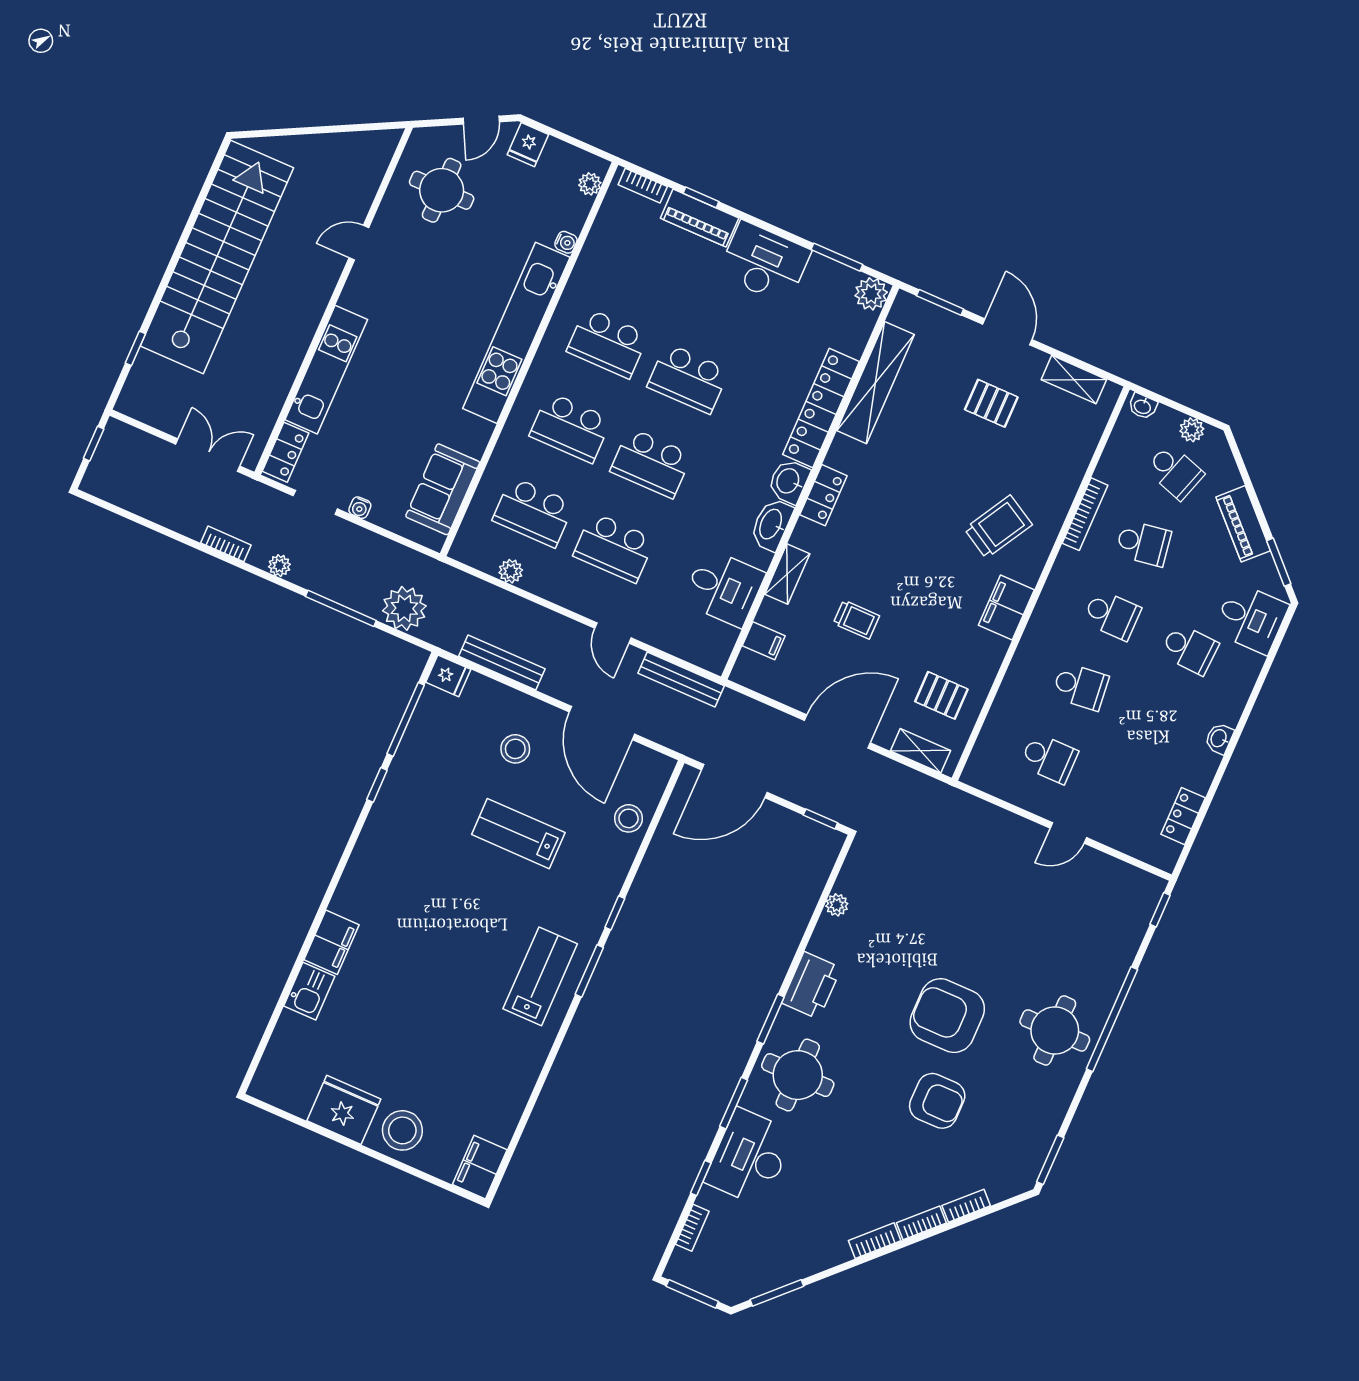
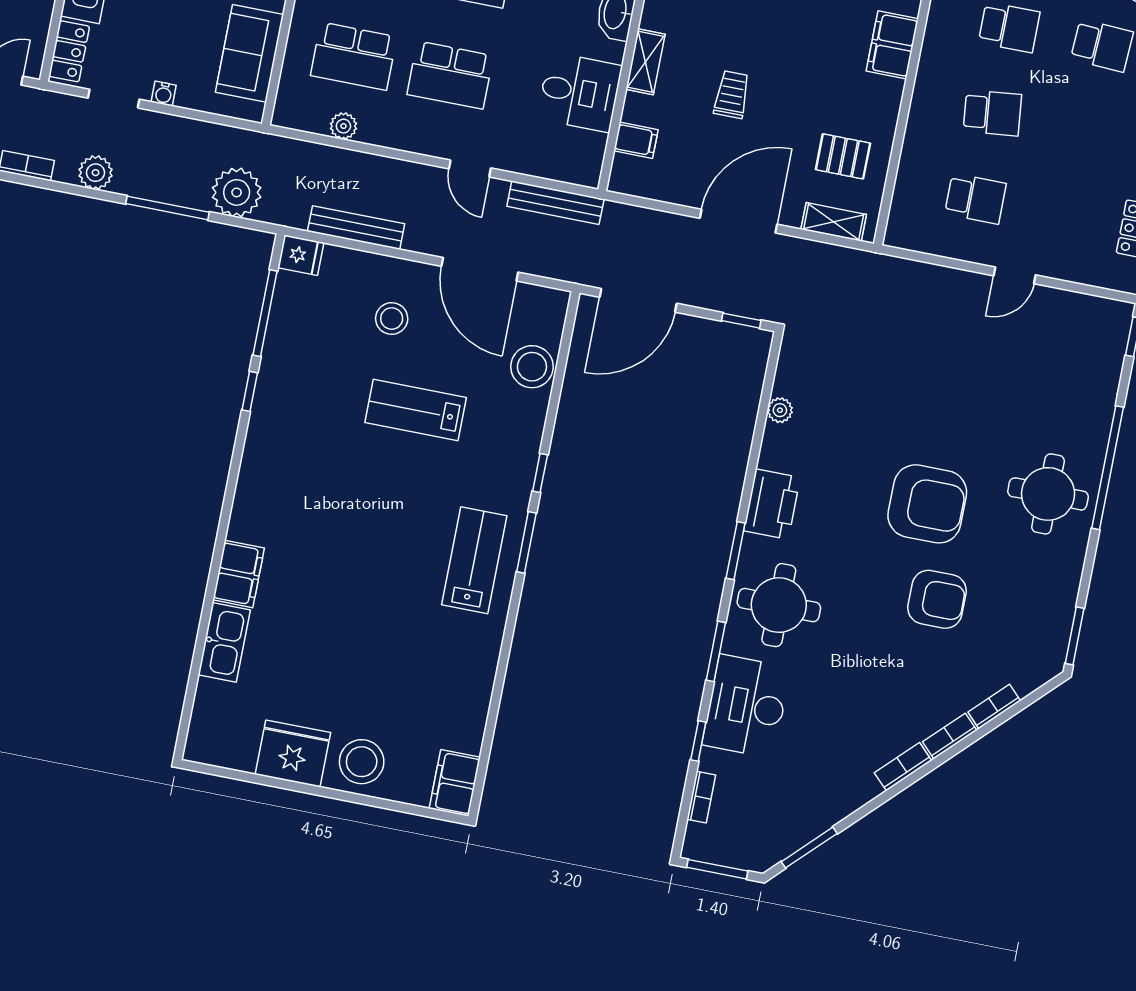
plant: (279, 566) -> (96, 173), width x1.38, depth x1.38
trolley: (856, 620) -> (732, 95), turned -90
stool: (629, 818) -> (532, 367), width x1.38, depth x1.38
kitchen sink: (309, 991) -> (224, 642), width x1.38
armchair: (947, 1016) -> (927, 504), turned 180

